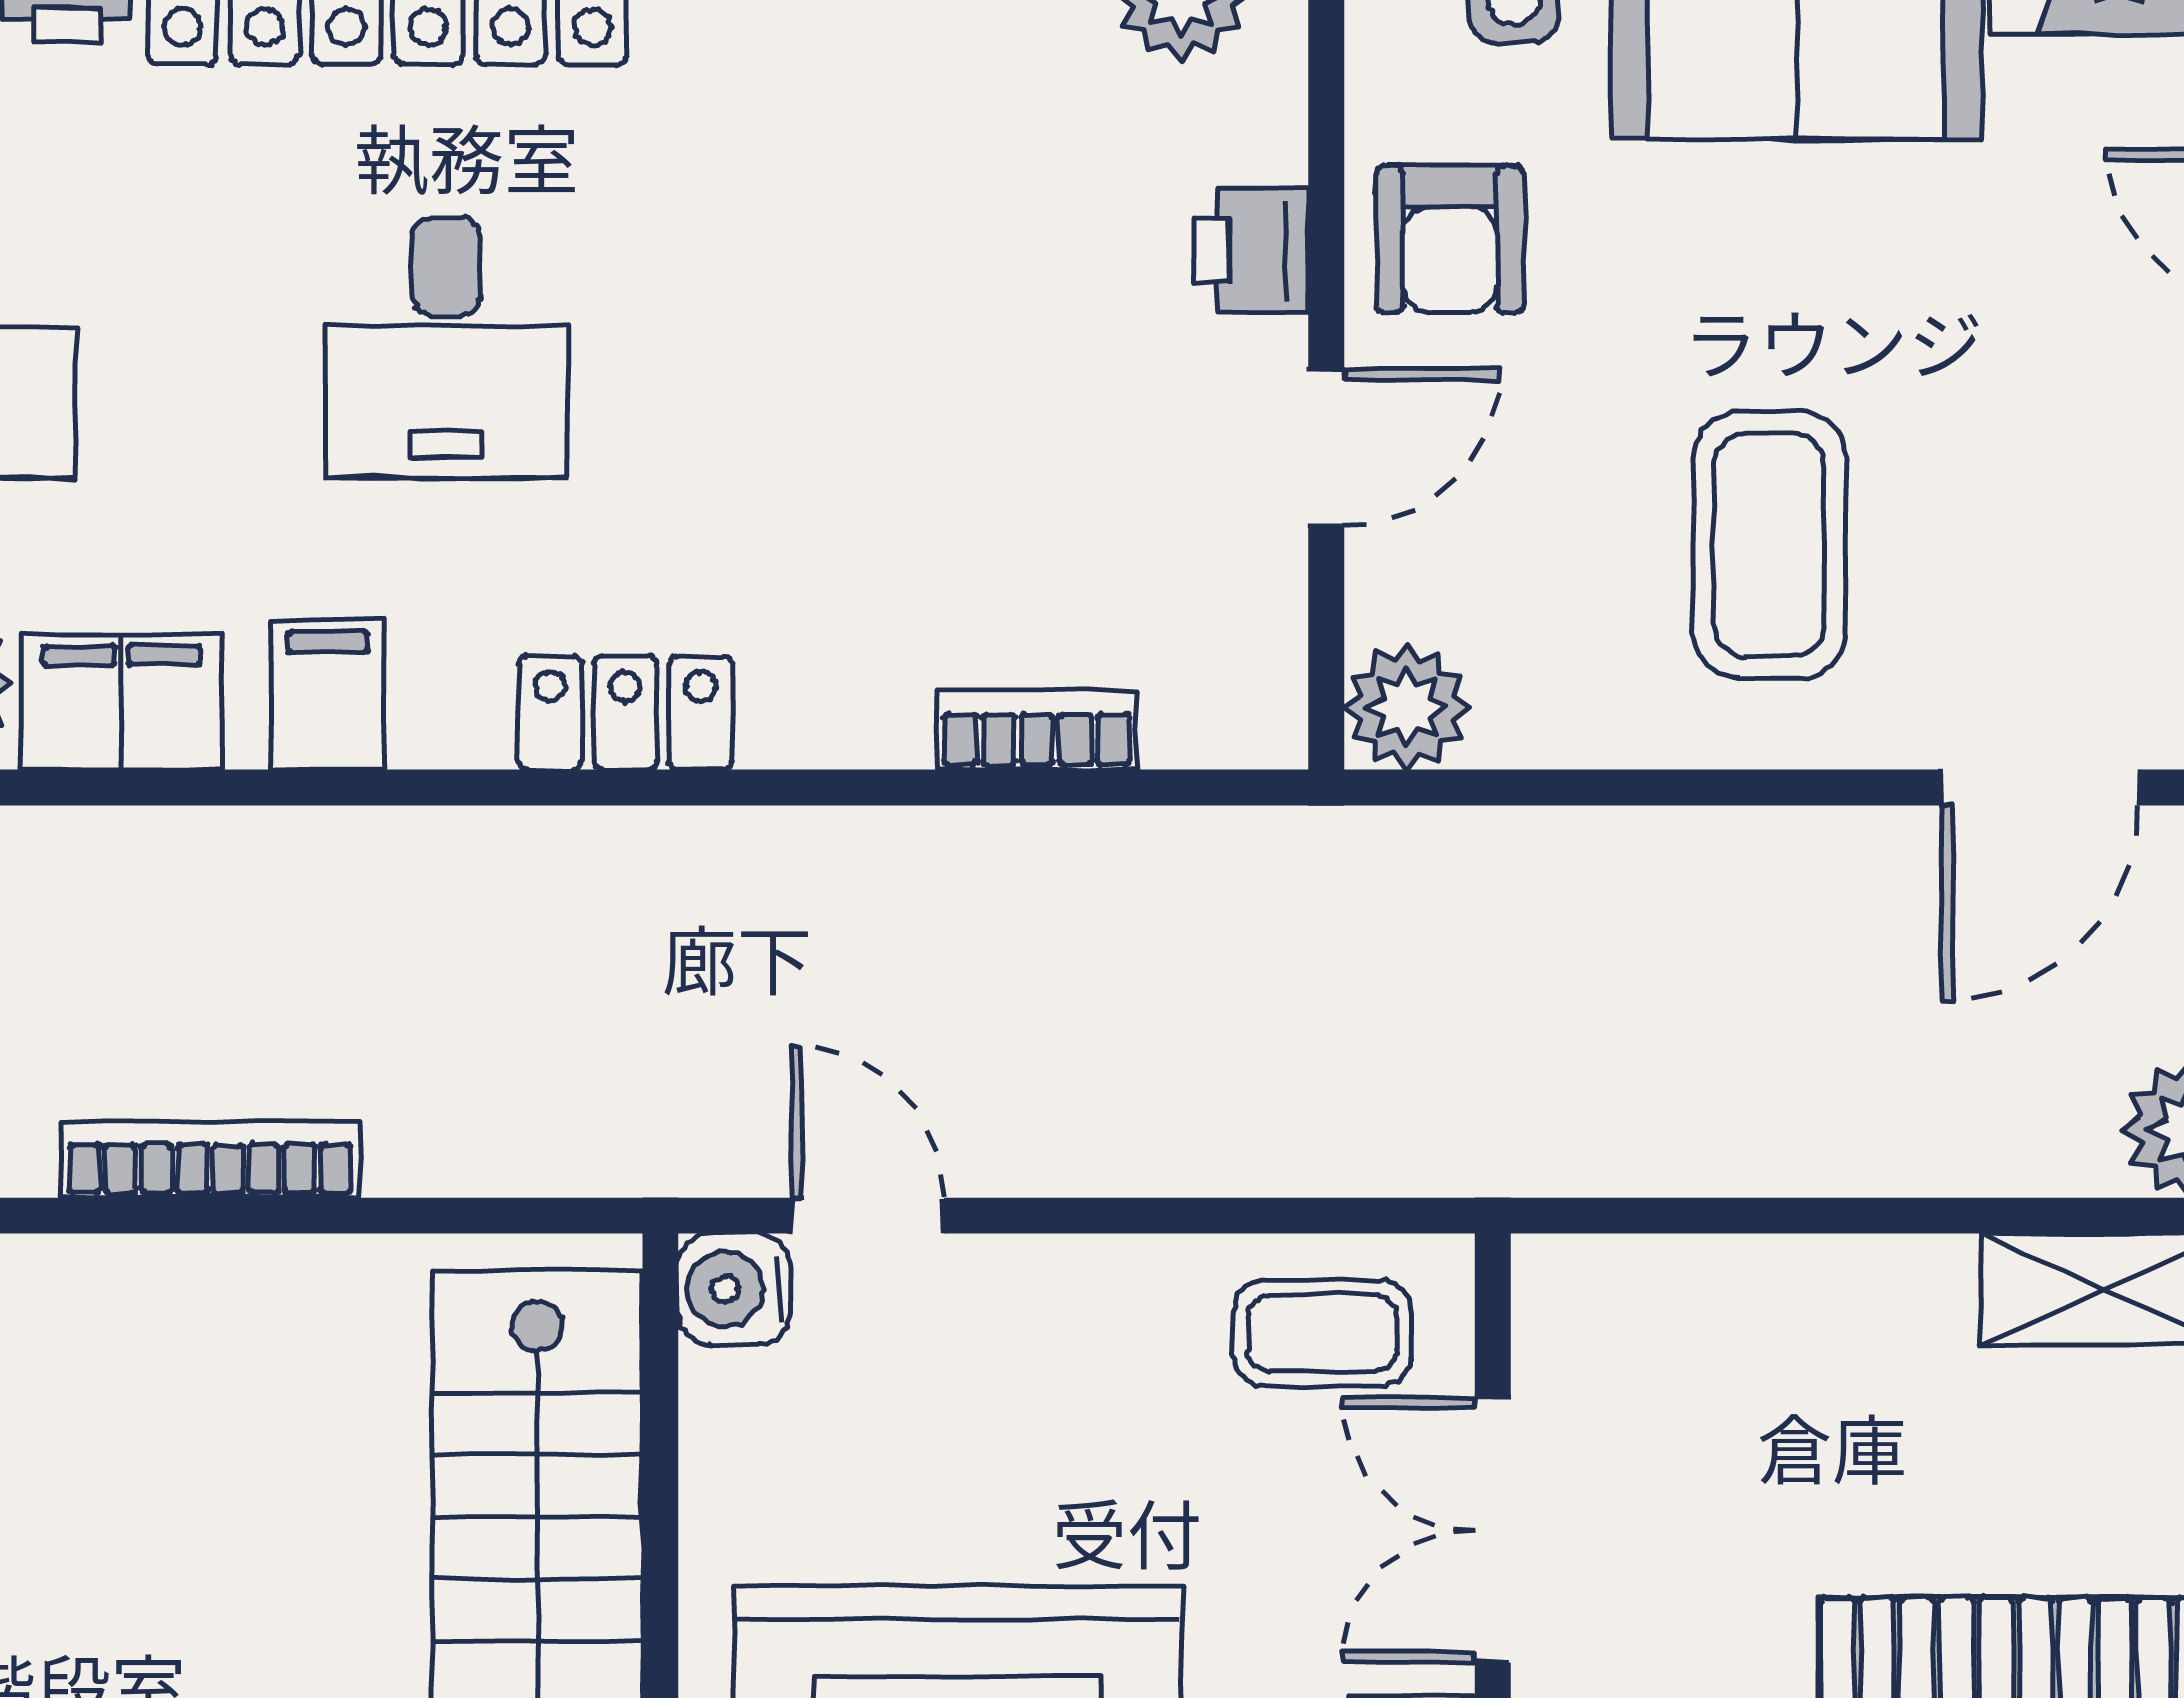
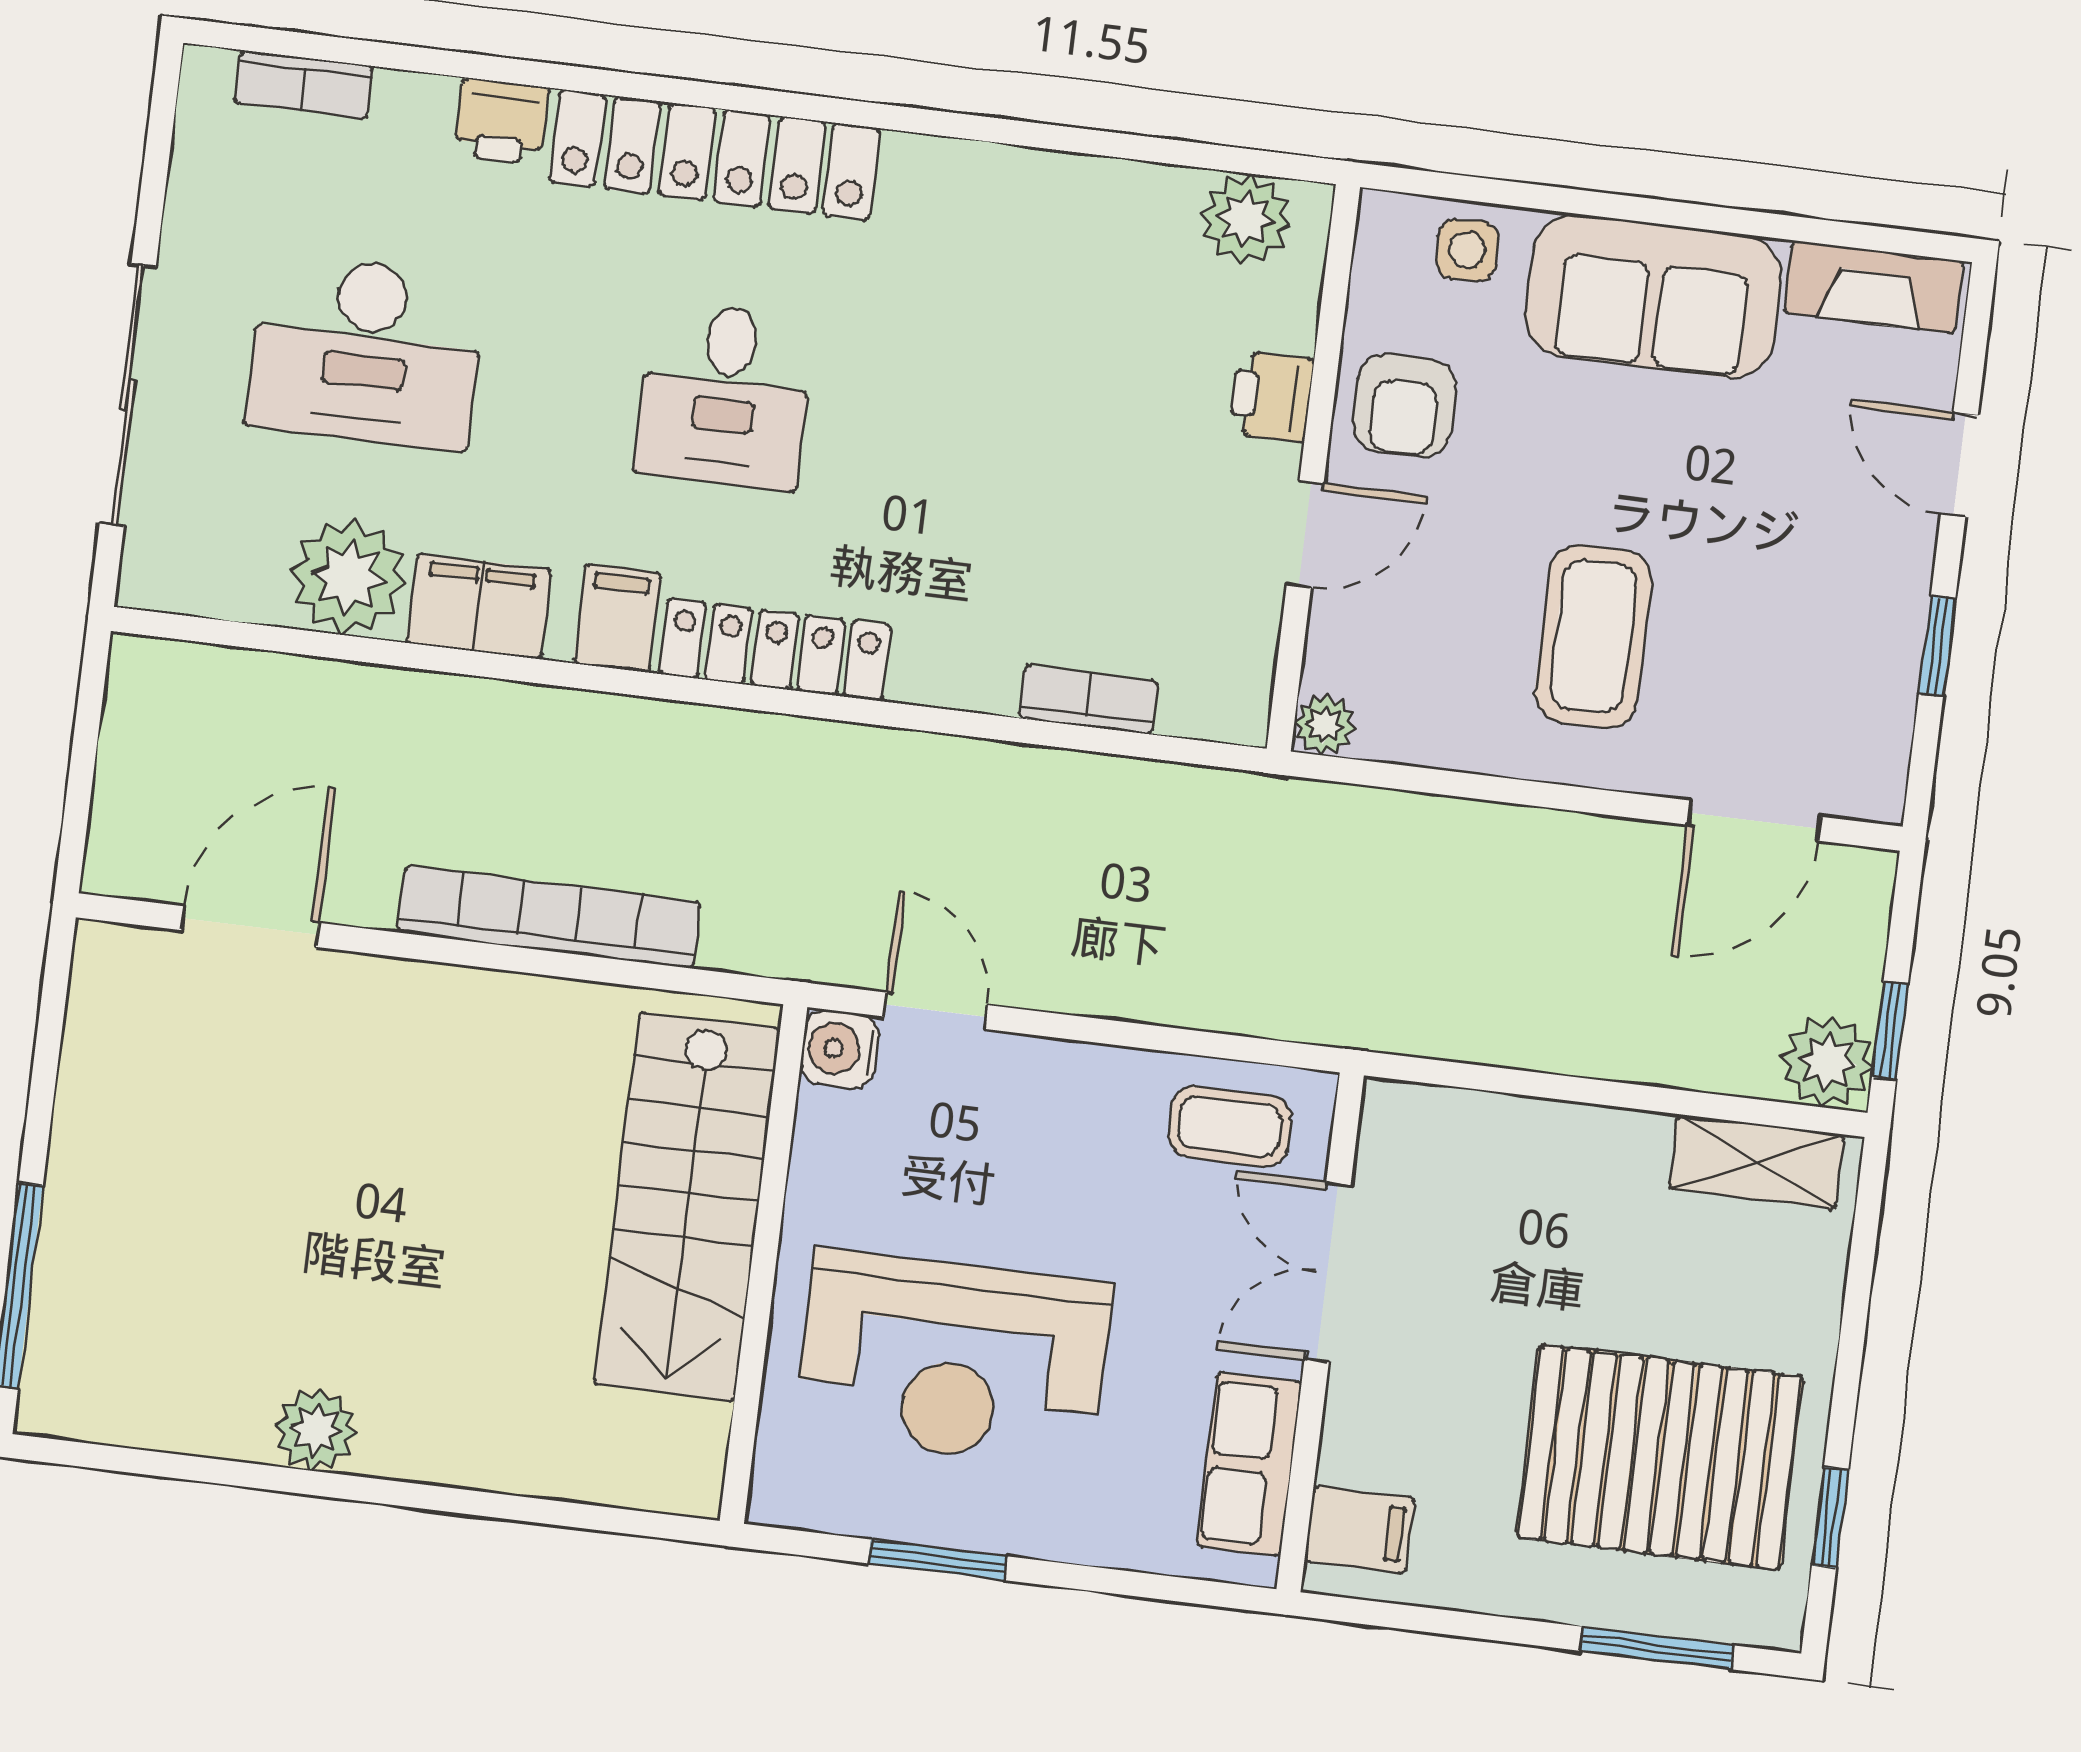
plant: (1407, 707) -> (1325, 725), width x0.73, depth x0.73
locker: (625, 713) -> (775, 650), width x1.53
bookcase: (210, 1160) -> (549, 917), width x1.48, depth x1.31

